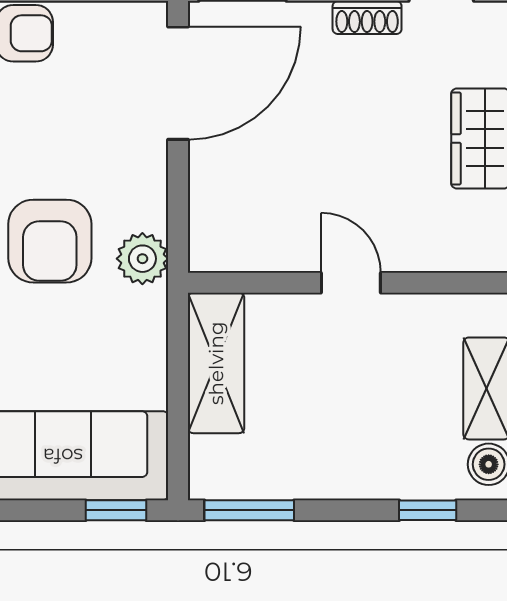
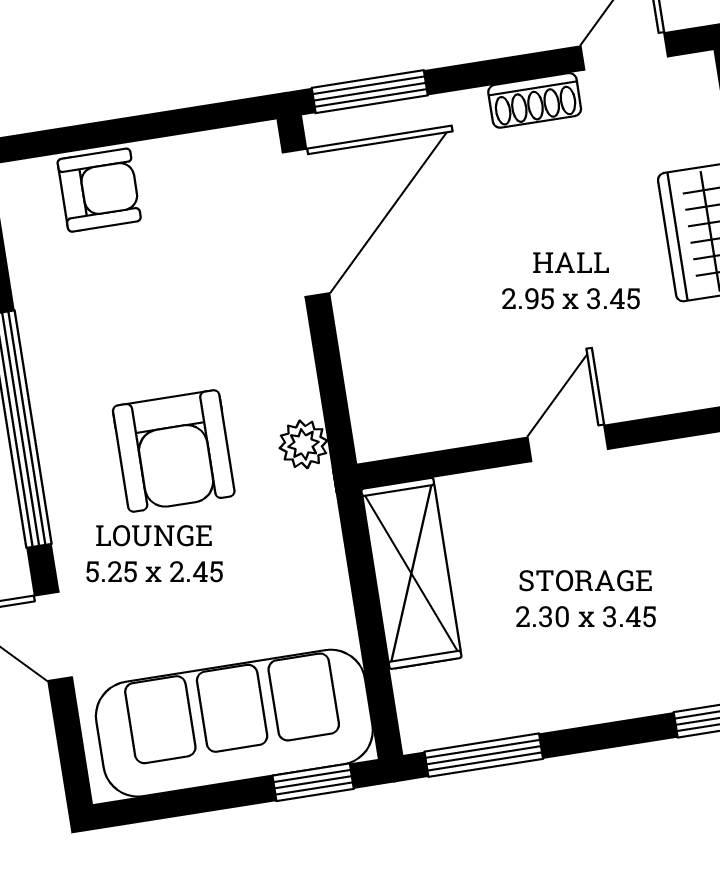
plant: (142, 259) -> (304, 444), width x0.73, depth x0.73
door: (351, 283) -> (568, 443), hinge flipped

